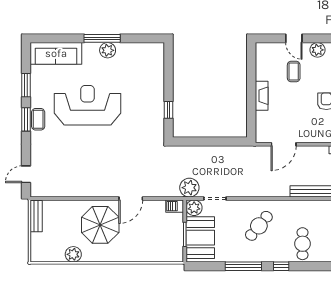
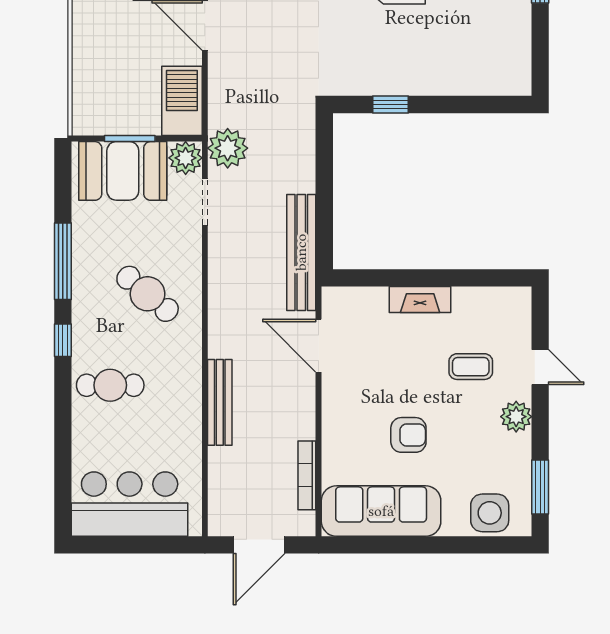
door: (294, 38) -> (540, 367), swing flipped
bench: (239, 152) -> (301, 252), added
barbecue: (175, 206) -> (182, 101), width x1.88, depth x1.53

